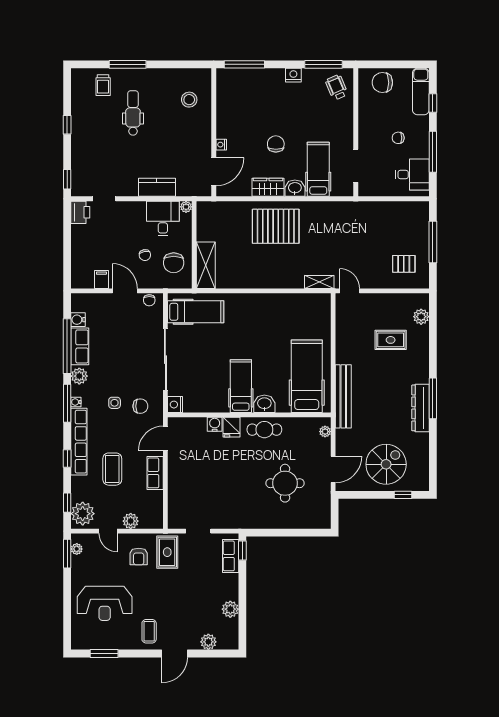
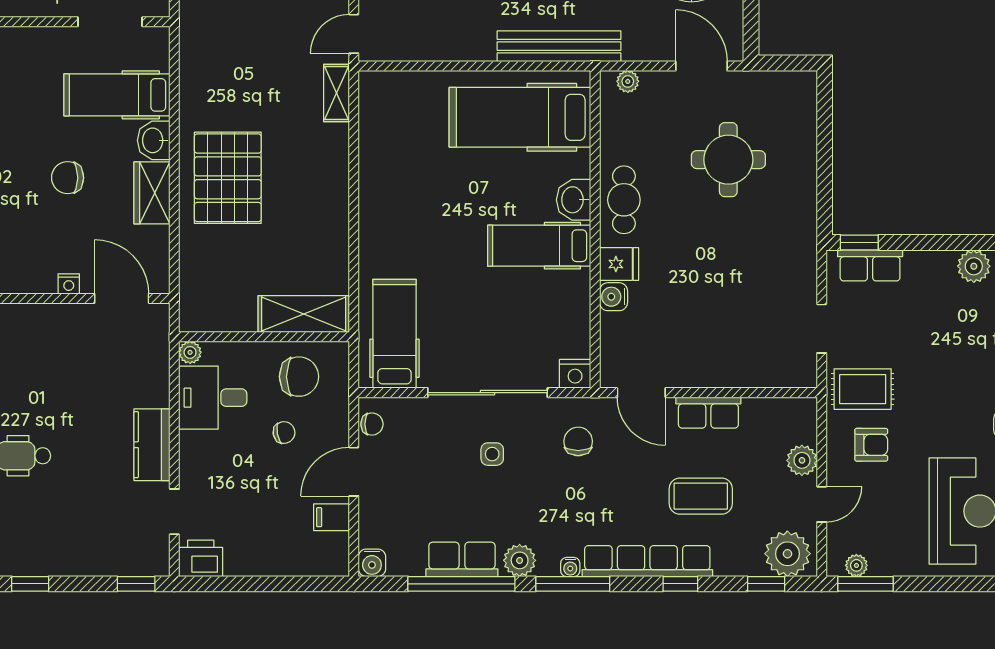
kitchen counter: (157, 187) -> (152, 445), moved
water cooler: (78, 320) -> (372, 563), moved
side table: (115, 403) -> (492, 454), moved

